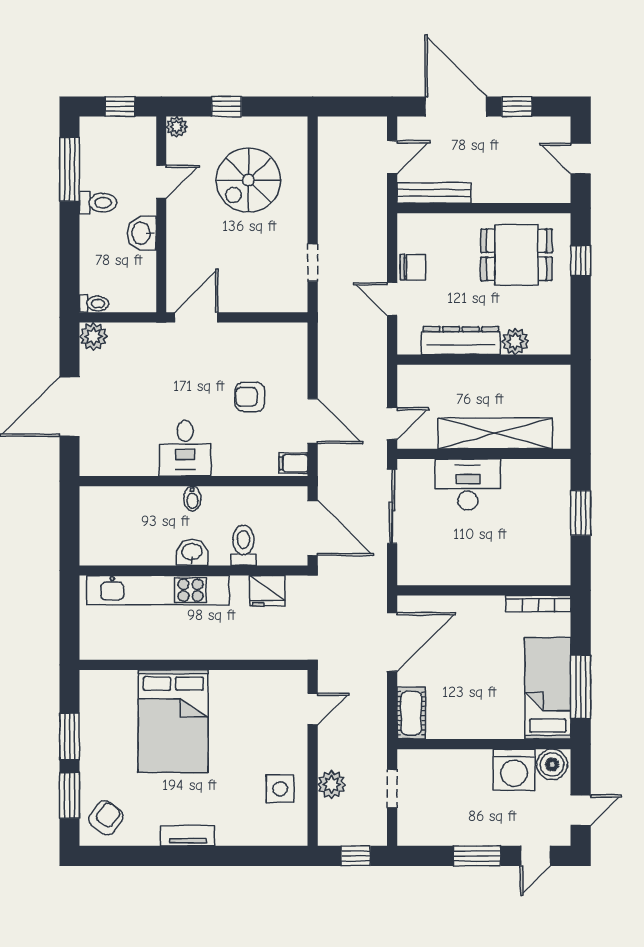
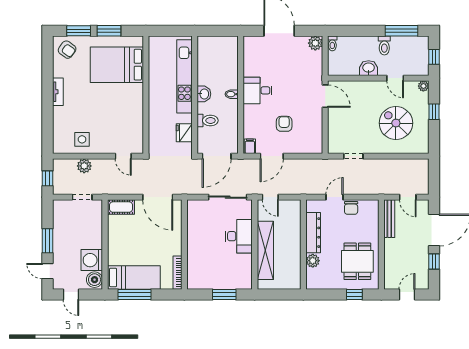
bed: (173, 721) -> (117, 65), moved

